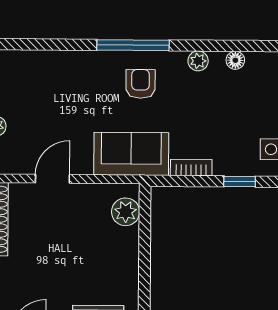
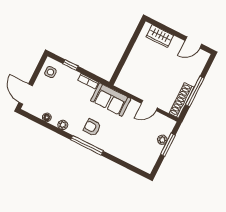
armchair: (141, 84) -> (92, 127), turned 90
plant: (126, 212) -> (125, 76), removed

